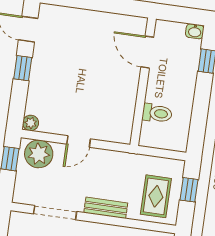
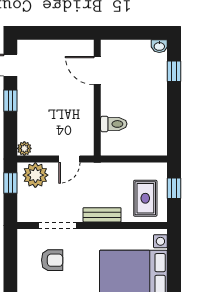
door: (147, 52) -> (97, 71), moved
wall: (143, 82) -> (97, 98), moved
toilet: (157, 113) -> (114, 124), moved

